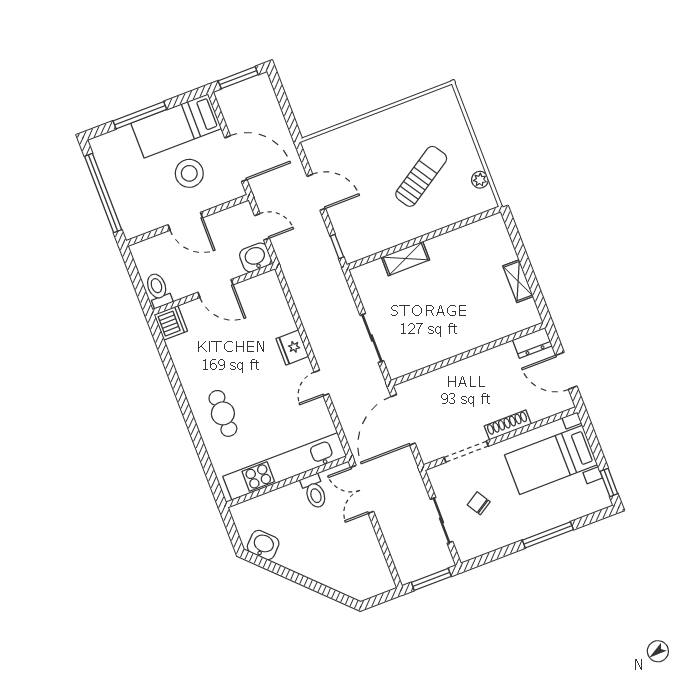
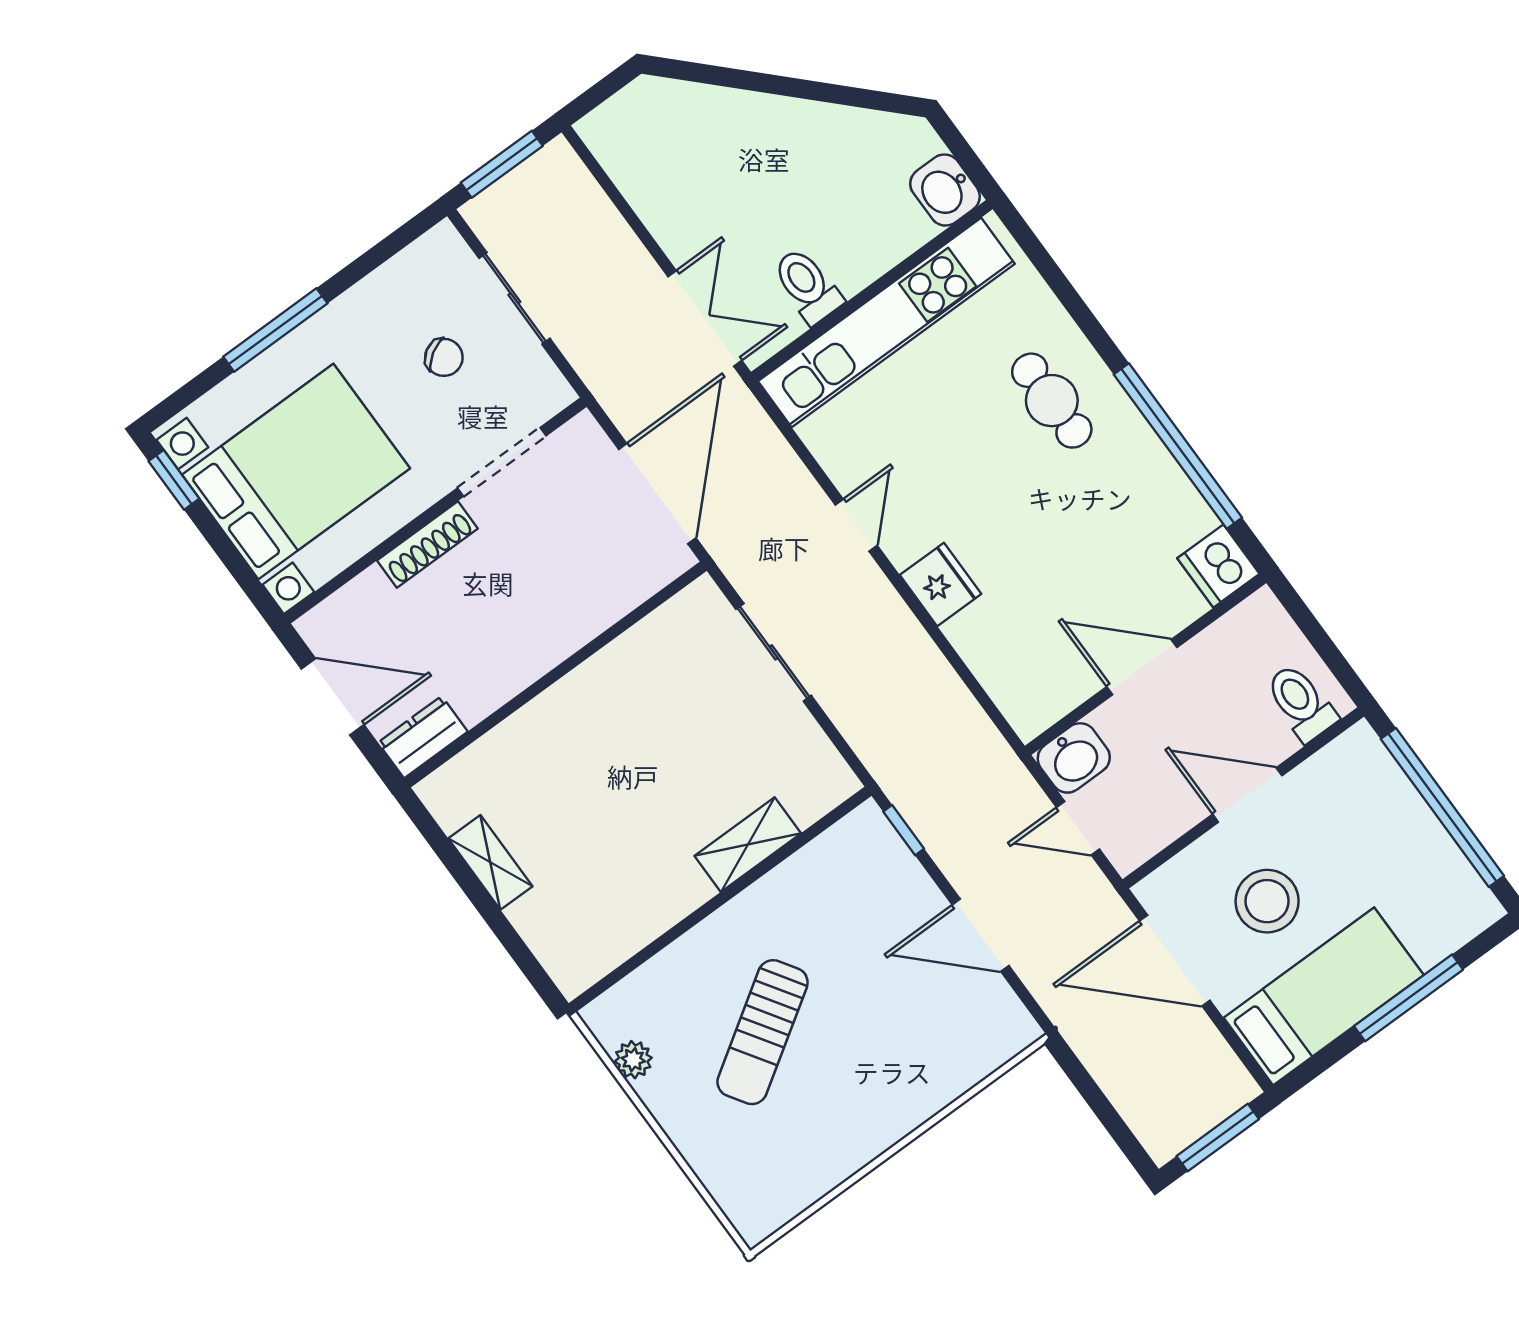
toilet: (158, 290) -> (1301, 703), moved, turned 180
window: (174, 379) -> (1178, 446), added
bed with nightstands: (551, 460) -> (296, 472), width x1.36
washbasin: (263, 545) -> (945, 190), moved, turned 45

